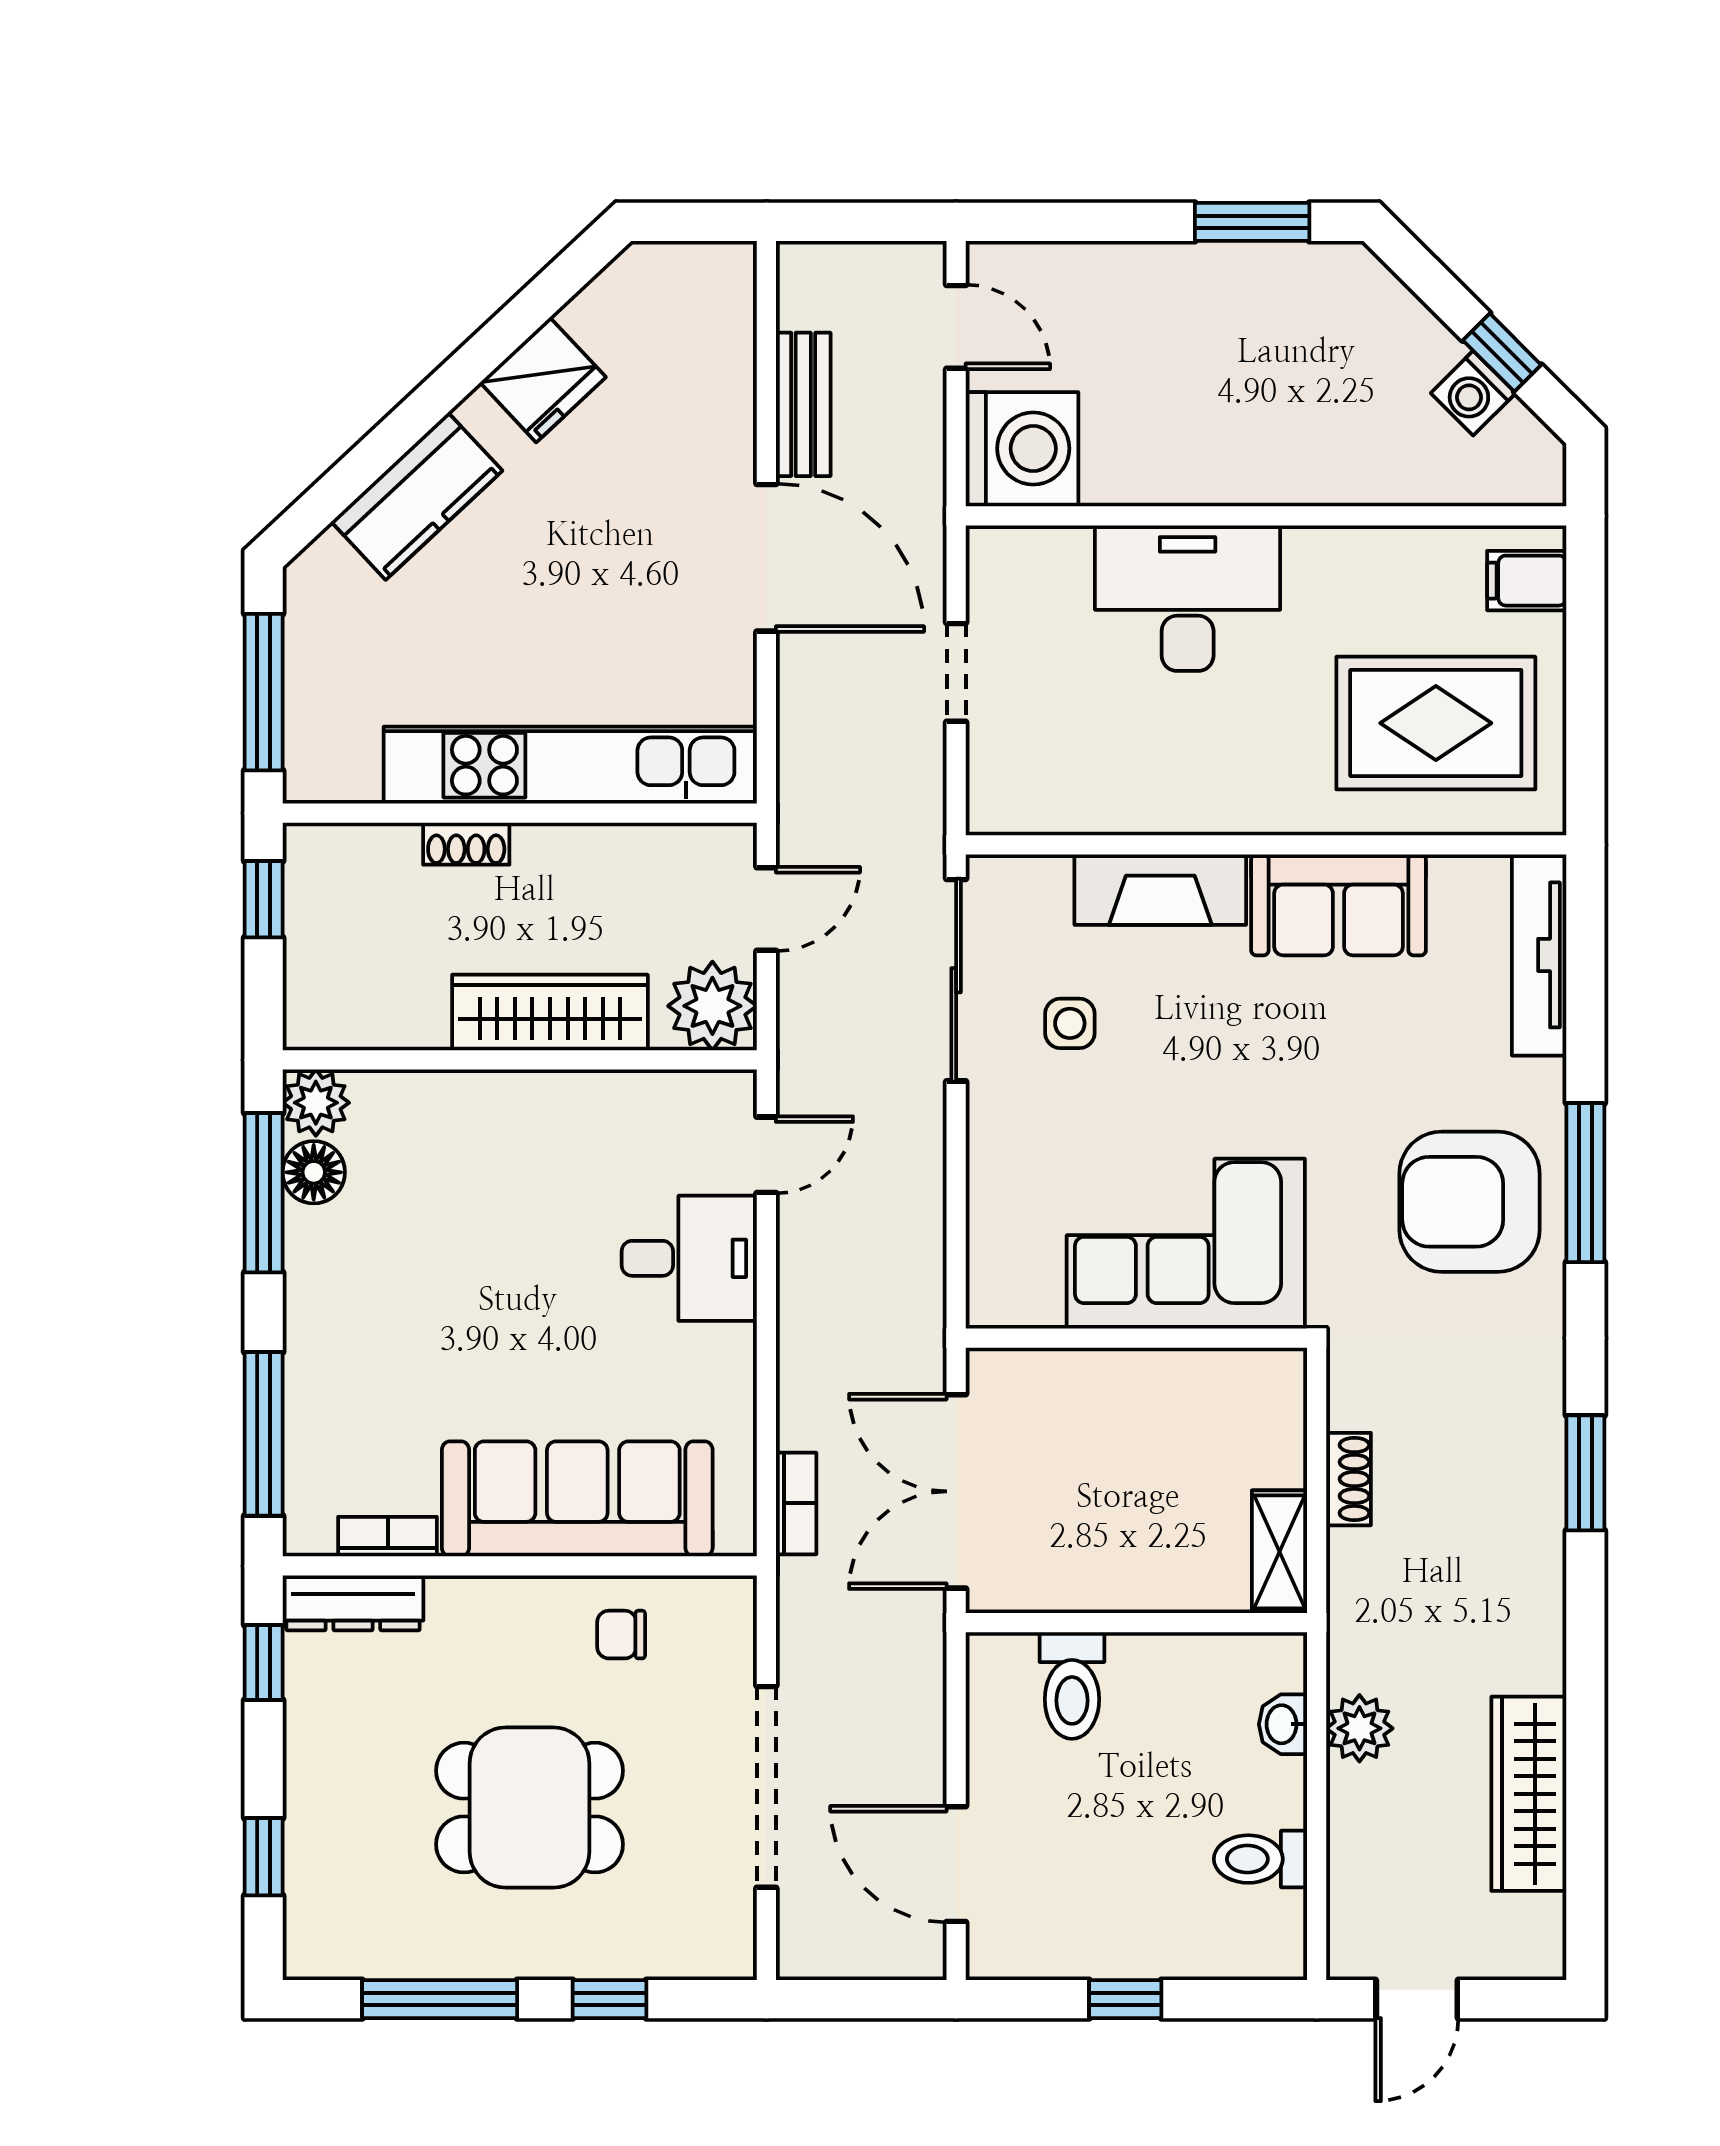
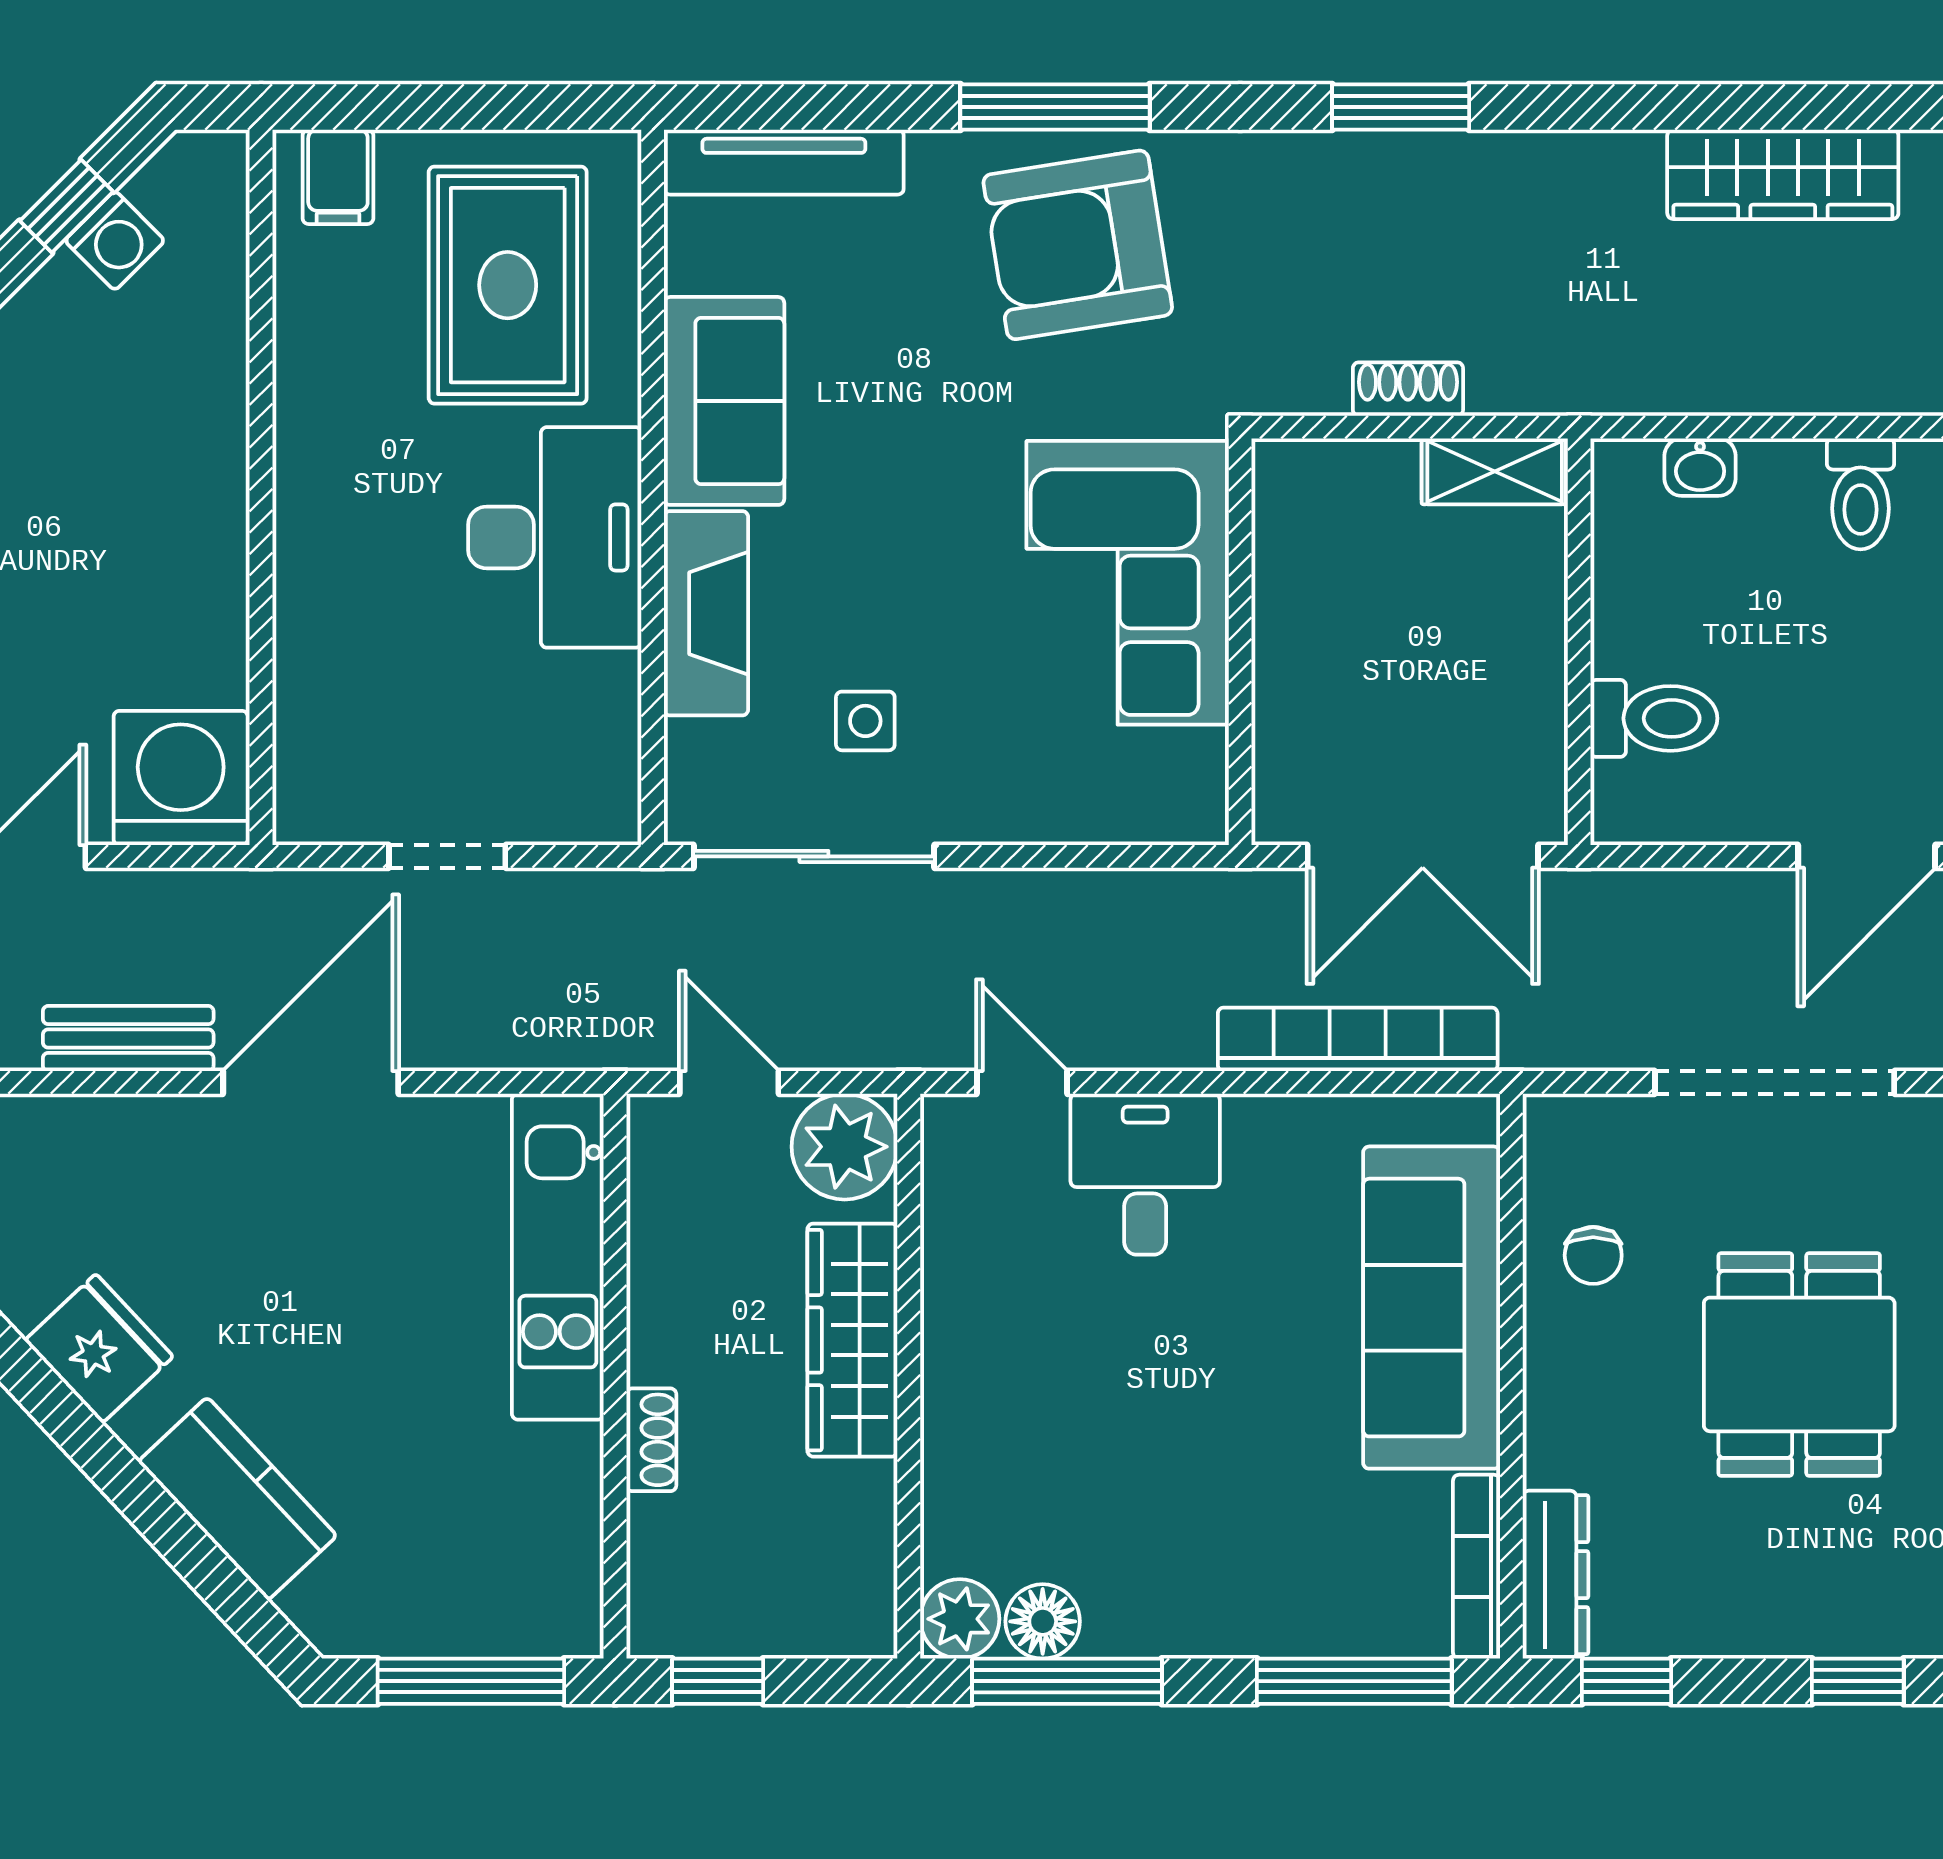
desk: (1188, 598) -> (555, 537), moved, turned 180
kitchen unit: (570, 765) -> (558, 1257), width x0.73
armchair: (1470, 1202) -> (1078, 245), turned 81
bookcase: (796, 1503) -> (1358, 1039), width x2.31, depth x1.31
bookcase: (388, 1537) -> (1476, 1567), width x1.56
plant: (1359, 1728) -> (1705, 376), removed

